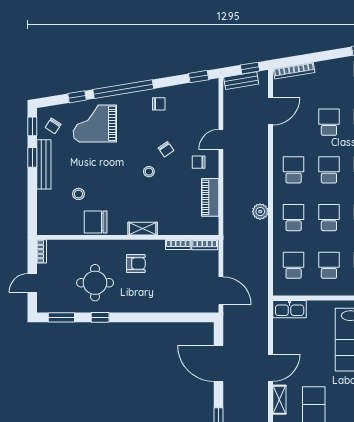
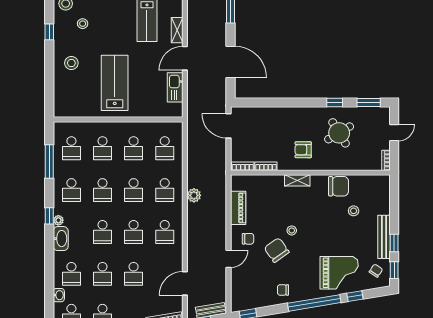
chair: (166, 149) -> (277, 250), width x1.87, depth x1.87
round table: (95, 283) -> (339, 133), turned -31
kitchen sink: (290, 309) -> (175, 87), moved, turned -90

